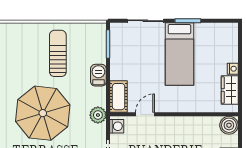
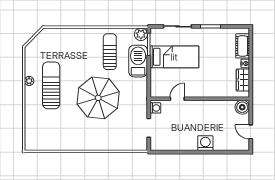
bed: (179, 54) -> (174, 57), moved, turned -90
barbecue: (98, 75) -> (138, 61), width x1.88, depth x1.53
cot: (119, 97) -> (243, 46), moved
plant: (98, 115) -> (141, 34), moved

